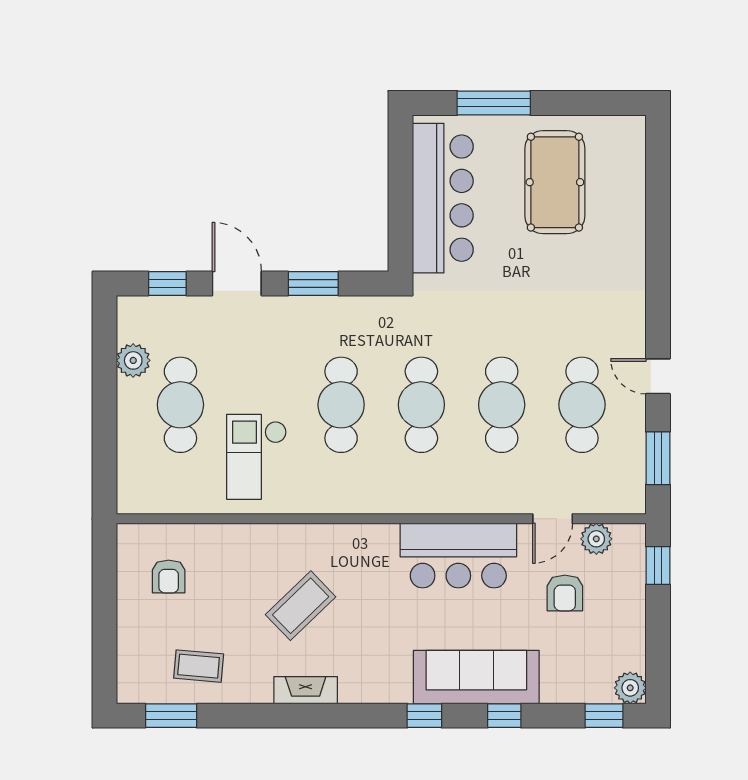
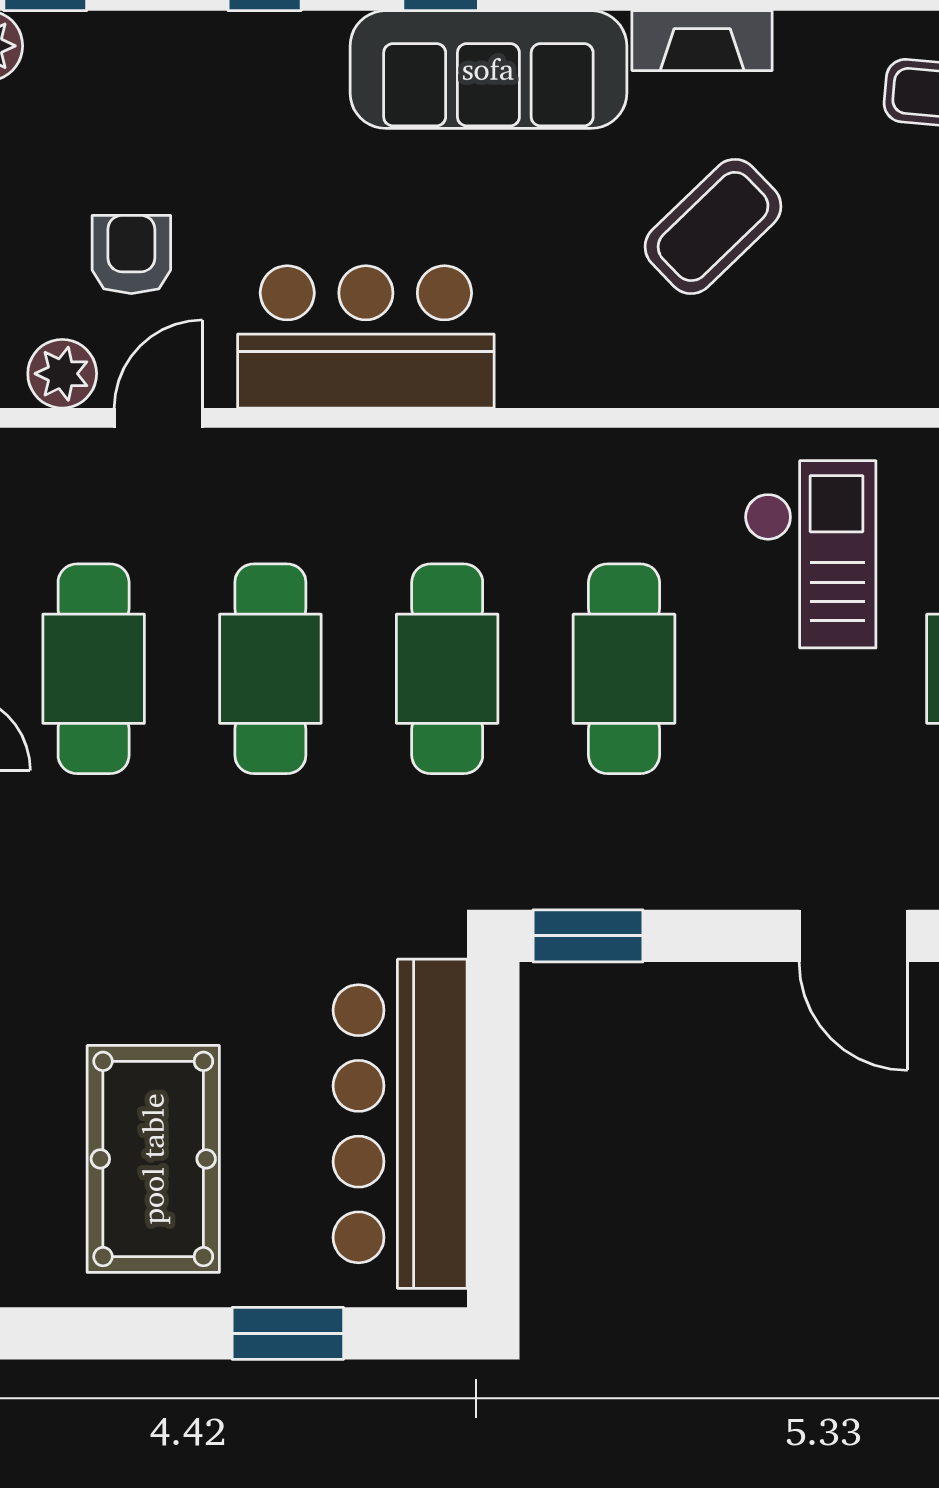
window: (494, 103) -> (288, 1333), width x0.69
window: (313, 283) -> (588, 936), moved
sofa: (476, 677) -> (488, 69), moved

